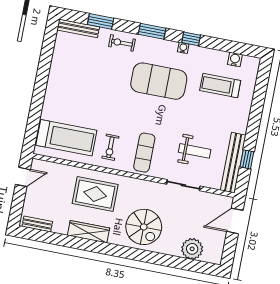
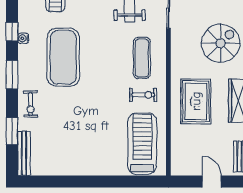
exercise mat: (144, 153) -> (142, 58), turned 90
door: (23, 177) -> (212, 182), moved

